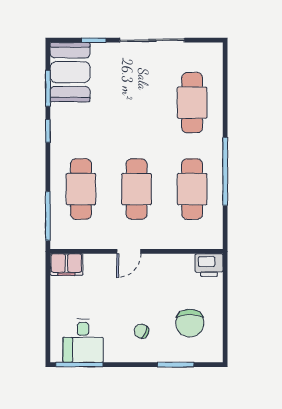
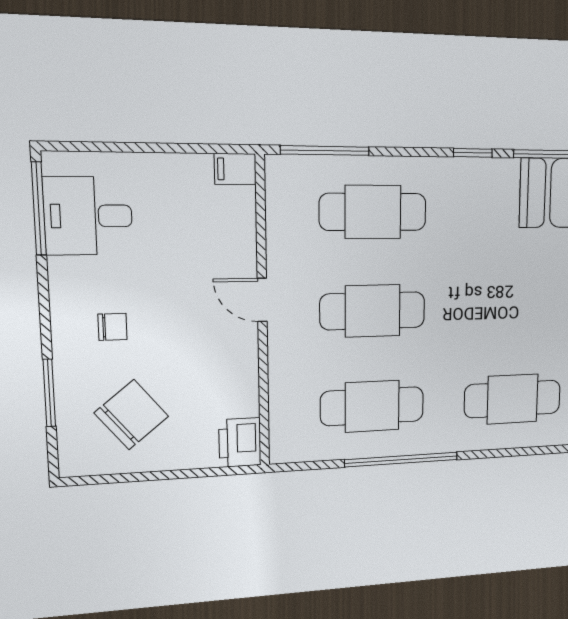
filing cabinet: (66, 265) -> (235, 169), width x0.50
chair: (190, 323) -> (131, 415), turned 141
chair: (141, 331) -> (112, 327), turned 66

